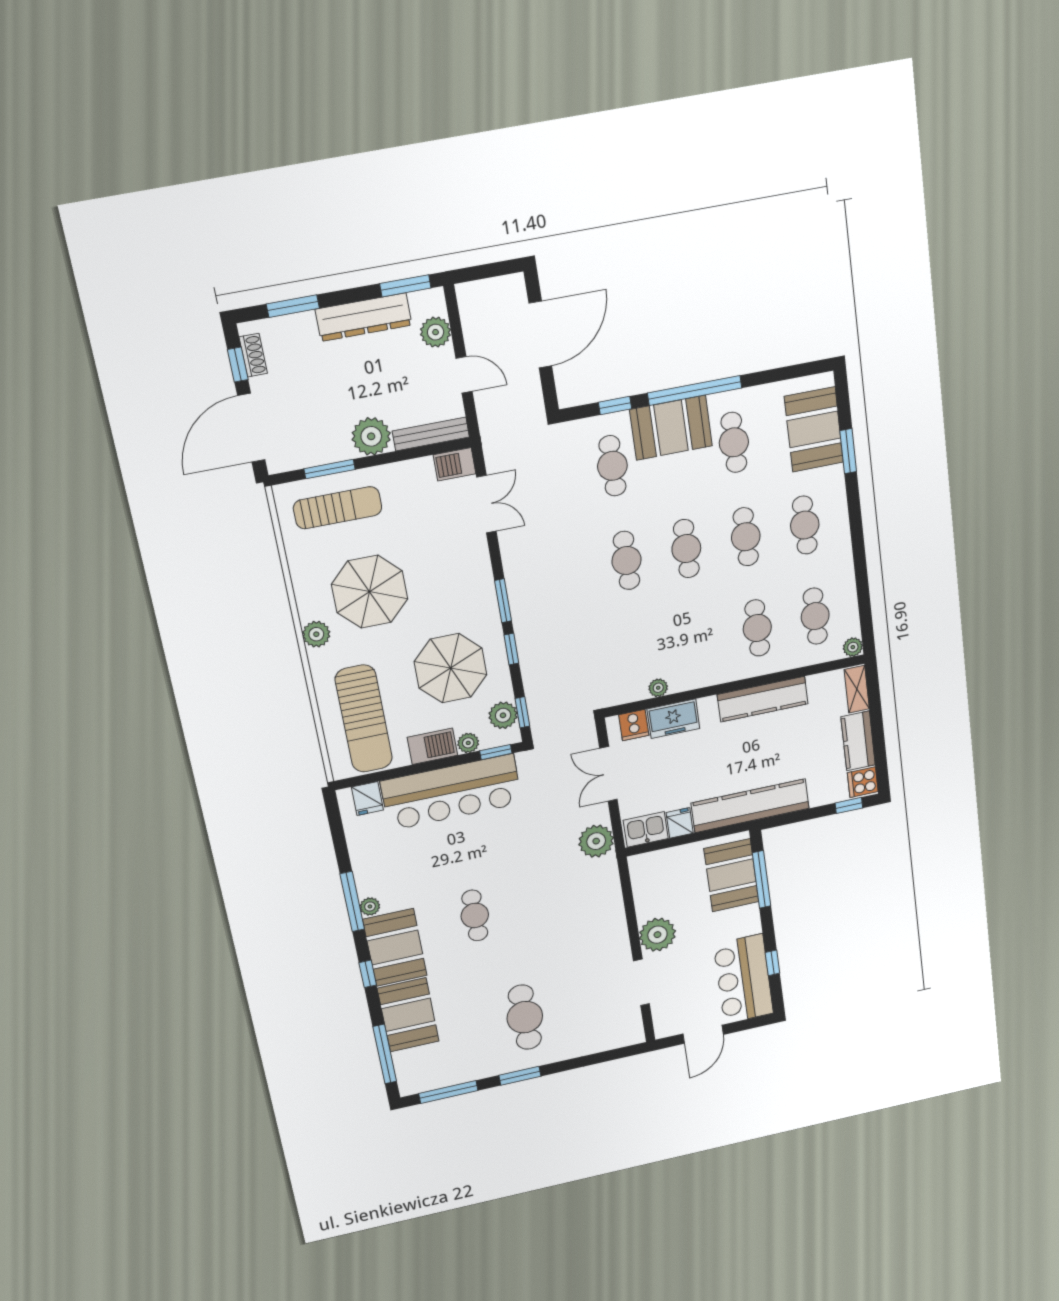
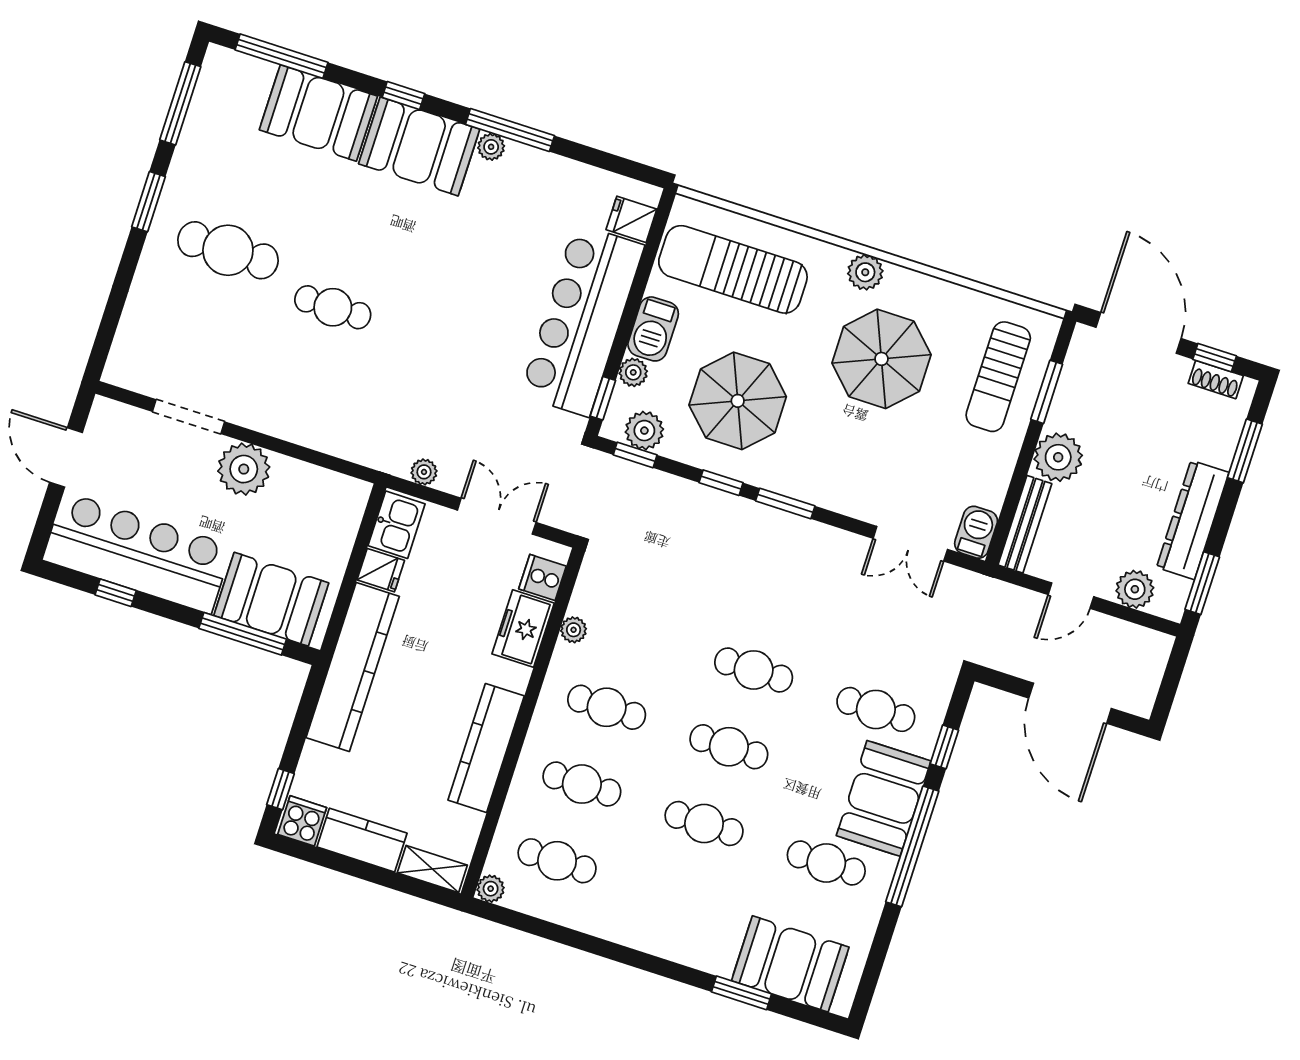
cafe table: (805, 525) -> (607, 707), moved
plant: (596, 841) -> (424, 472), width x0.53, depth x0.53
cafe table: (475, 915) -> (333, 307), moved
bar counter: (743, 979) -> (138, 553), width x1.36

